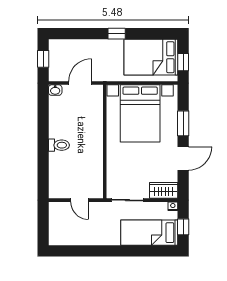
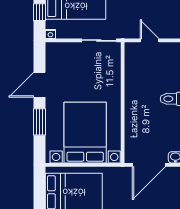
window: (183, 62) -> (40, 187), removed
door: (80, 83) -> (149, 165), width x1.36
wardrobe: (164, 190) -> (60, 51), removed

